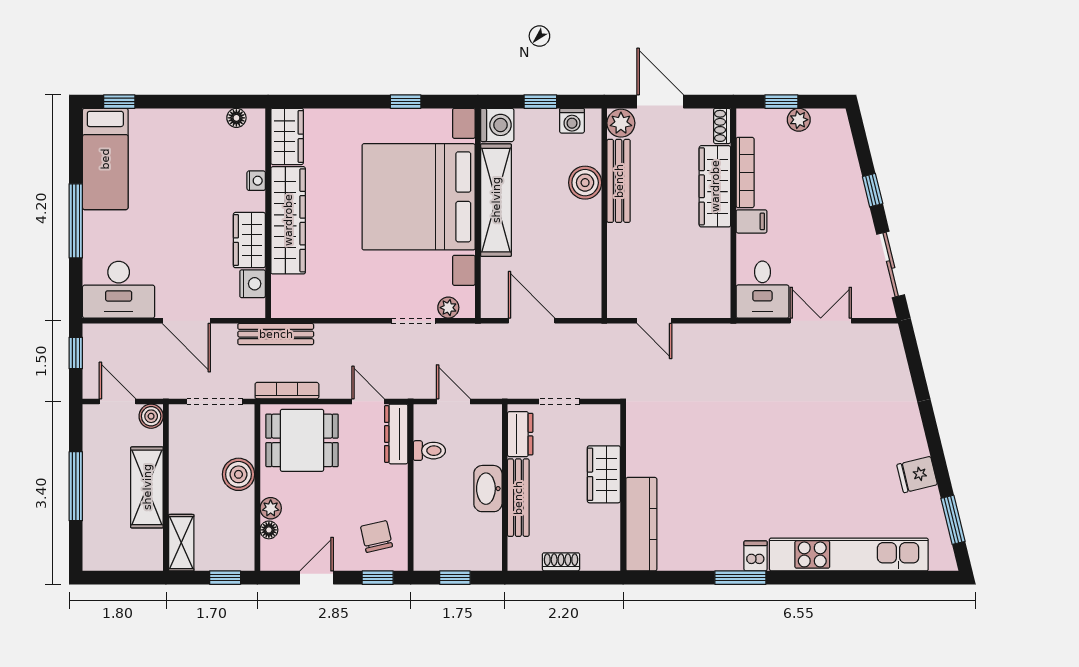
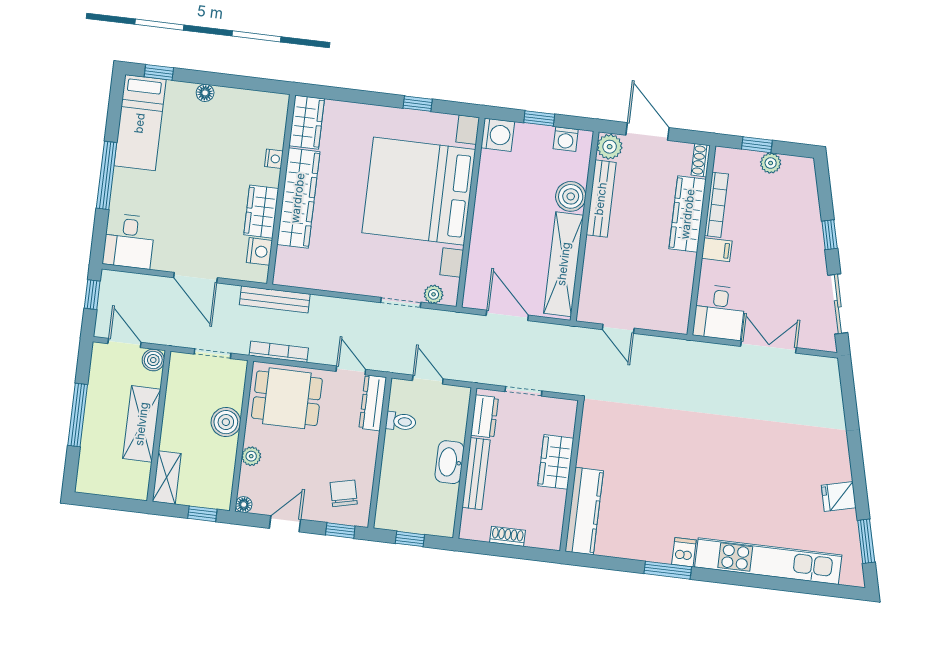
floor lamp: (236, 118) -> (205, 93), moved
shelving: (496, 200) -> (564, 264), moved
desk: (119, 290) -> (129, 241), width x0.73
doorway: (215, 401) -> (212, 354), width x0.73
floor lamp: (269, 530) -> (244, 505), moved

